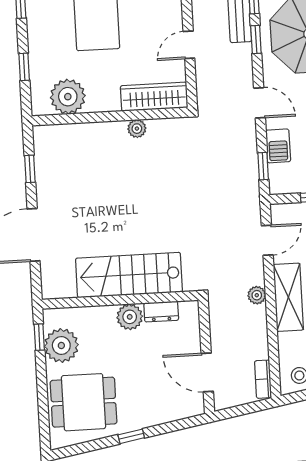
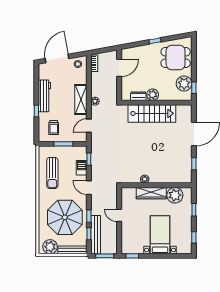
door: (189, 45) -> (119, 215), swing flipped
wardrobe: (154, 97) -> (151, 193), moved
door: (207, 372) -> (119, 68), hinge flipped

